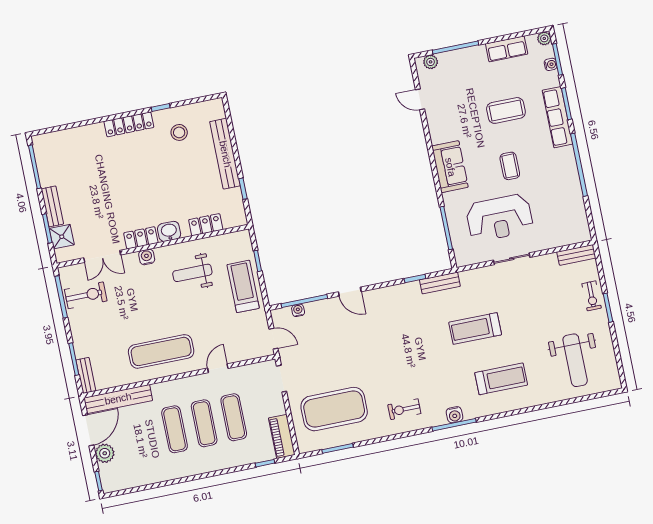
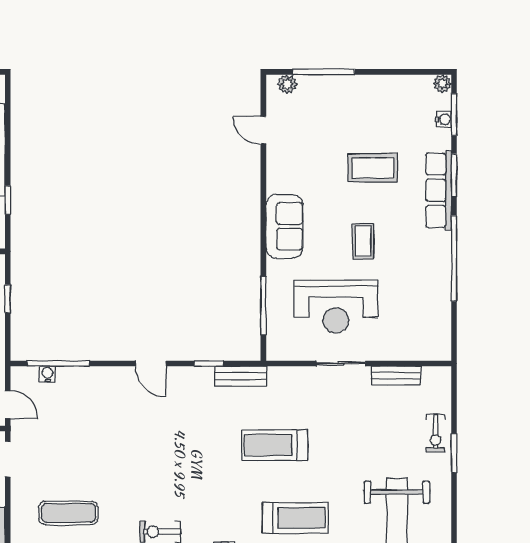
row of seats: (507, 49) -> (390, 87), removed
bench: (576, 255) -> (396, 376), moved
door: (350, 292) -> (151, 363), moved
exercise mat: (334, 409) -> (68, 513), width x0.50, depth x0.69

